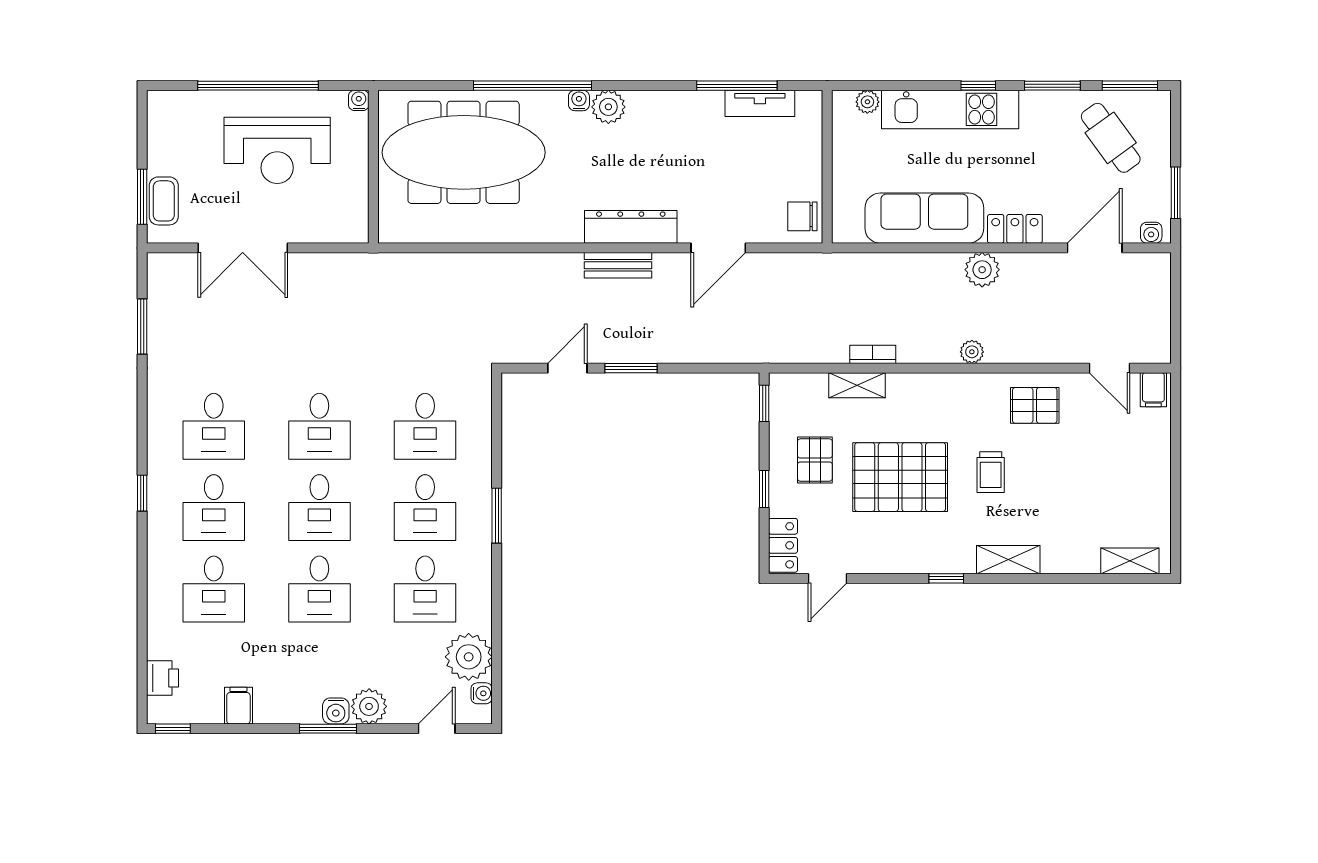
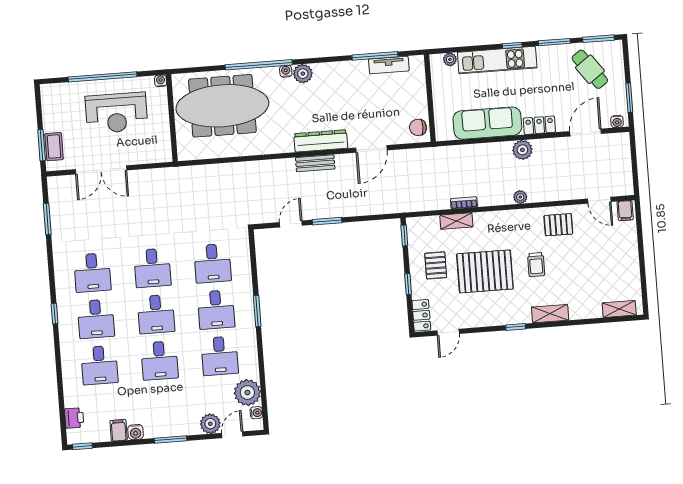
plant: (369, 706) -> (210, 424), moved
water cooler: (336, 711) -> (136, 432), moved

